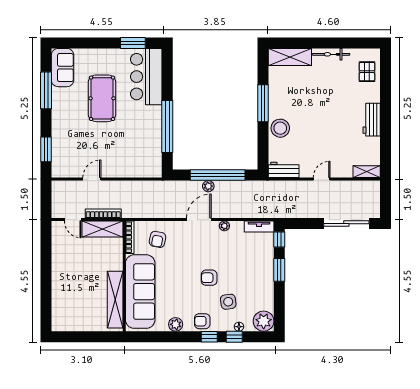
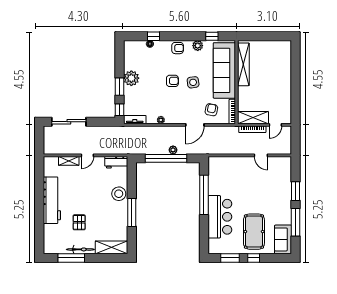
window: (102, 43) -> (254, 258), added
window: (343, 43) -> (71, 258), added
pallet: (367, 72) -> (79, 222), moved
bar counter: (146, 77) -> (220, 217), moved
pool table: (102, 98) -> (254, 232), moved
workbench: (372, 120) -> (52, 200), width x1.88, depth x1.32
window: (46, 149) -> (295, 191), moved
shelving: (367, 172) -> (69, 161), moved
door: (92, 179) -> (261, 155), hinge flipped
door: (73, 220) -> (275, 125), swing flipped
door: (199, 220) -> (195, 125), moved
side table: (228, 302) -> (193, 82), moved
plant: (264, 321) -> (131, 78), moved
window: (209, 337) -> (212, 36), moved

